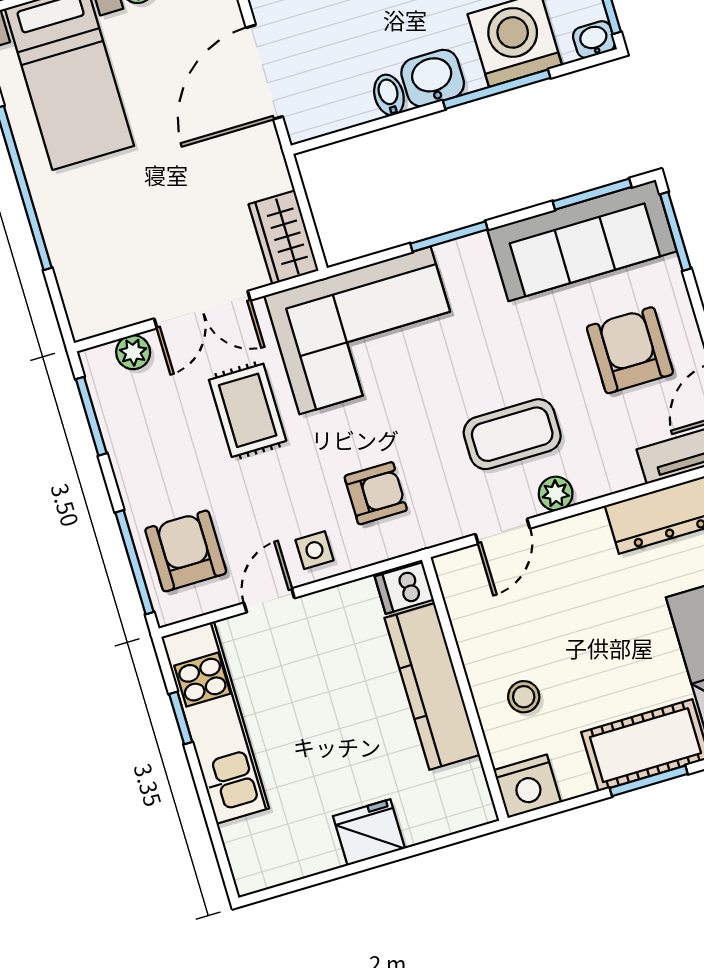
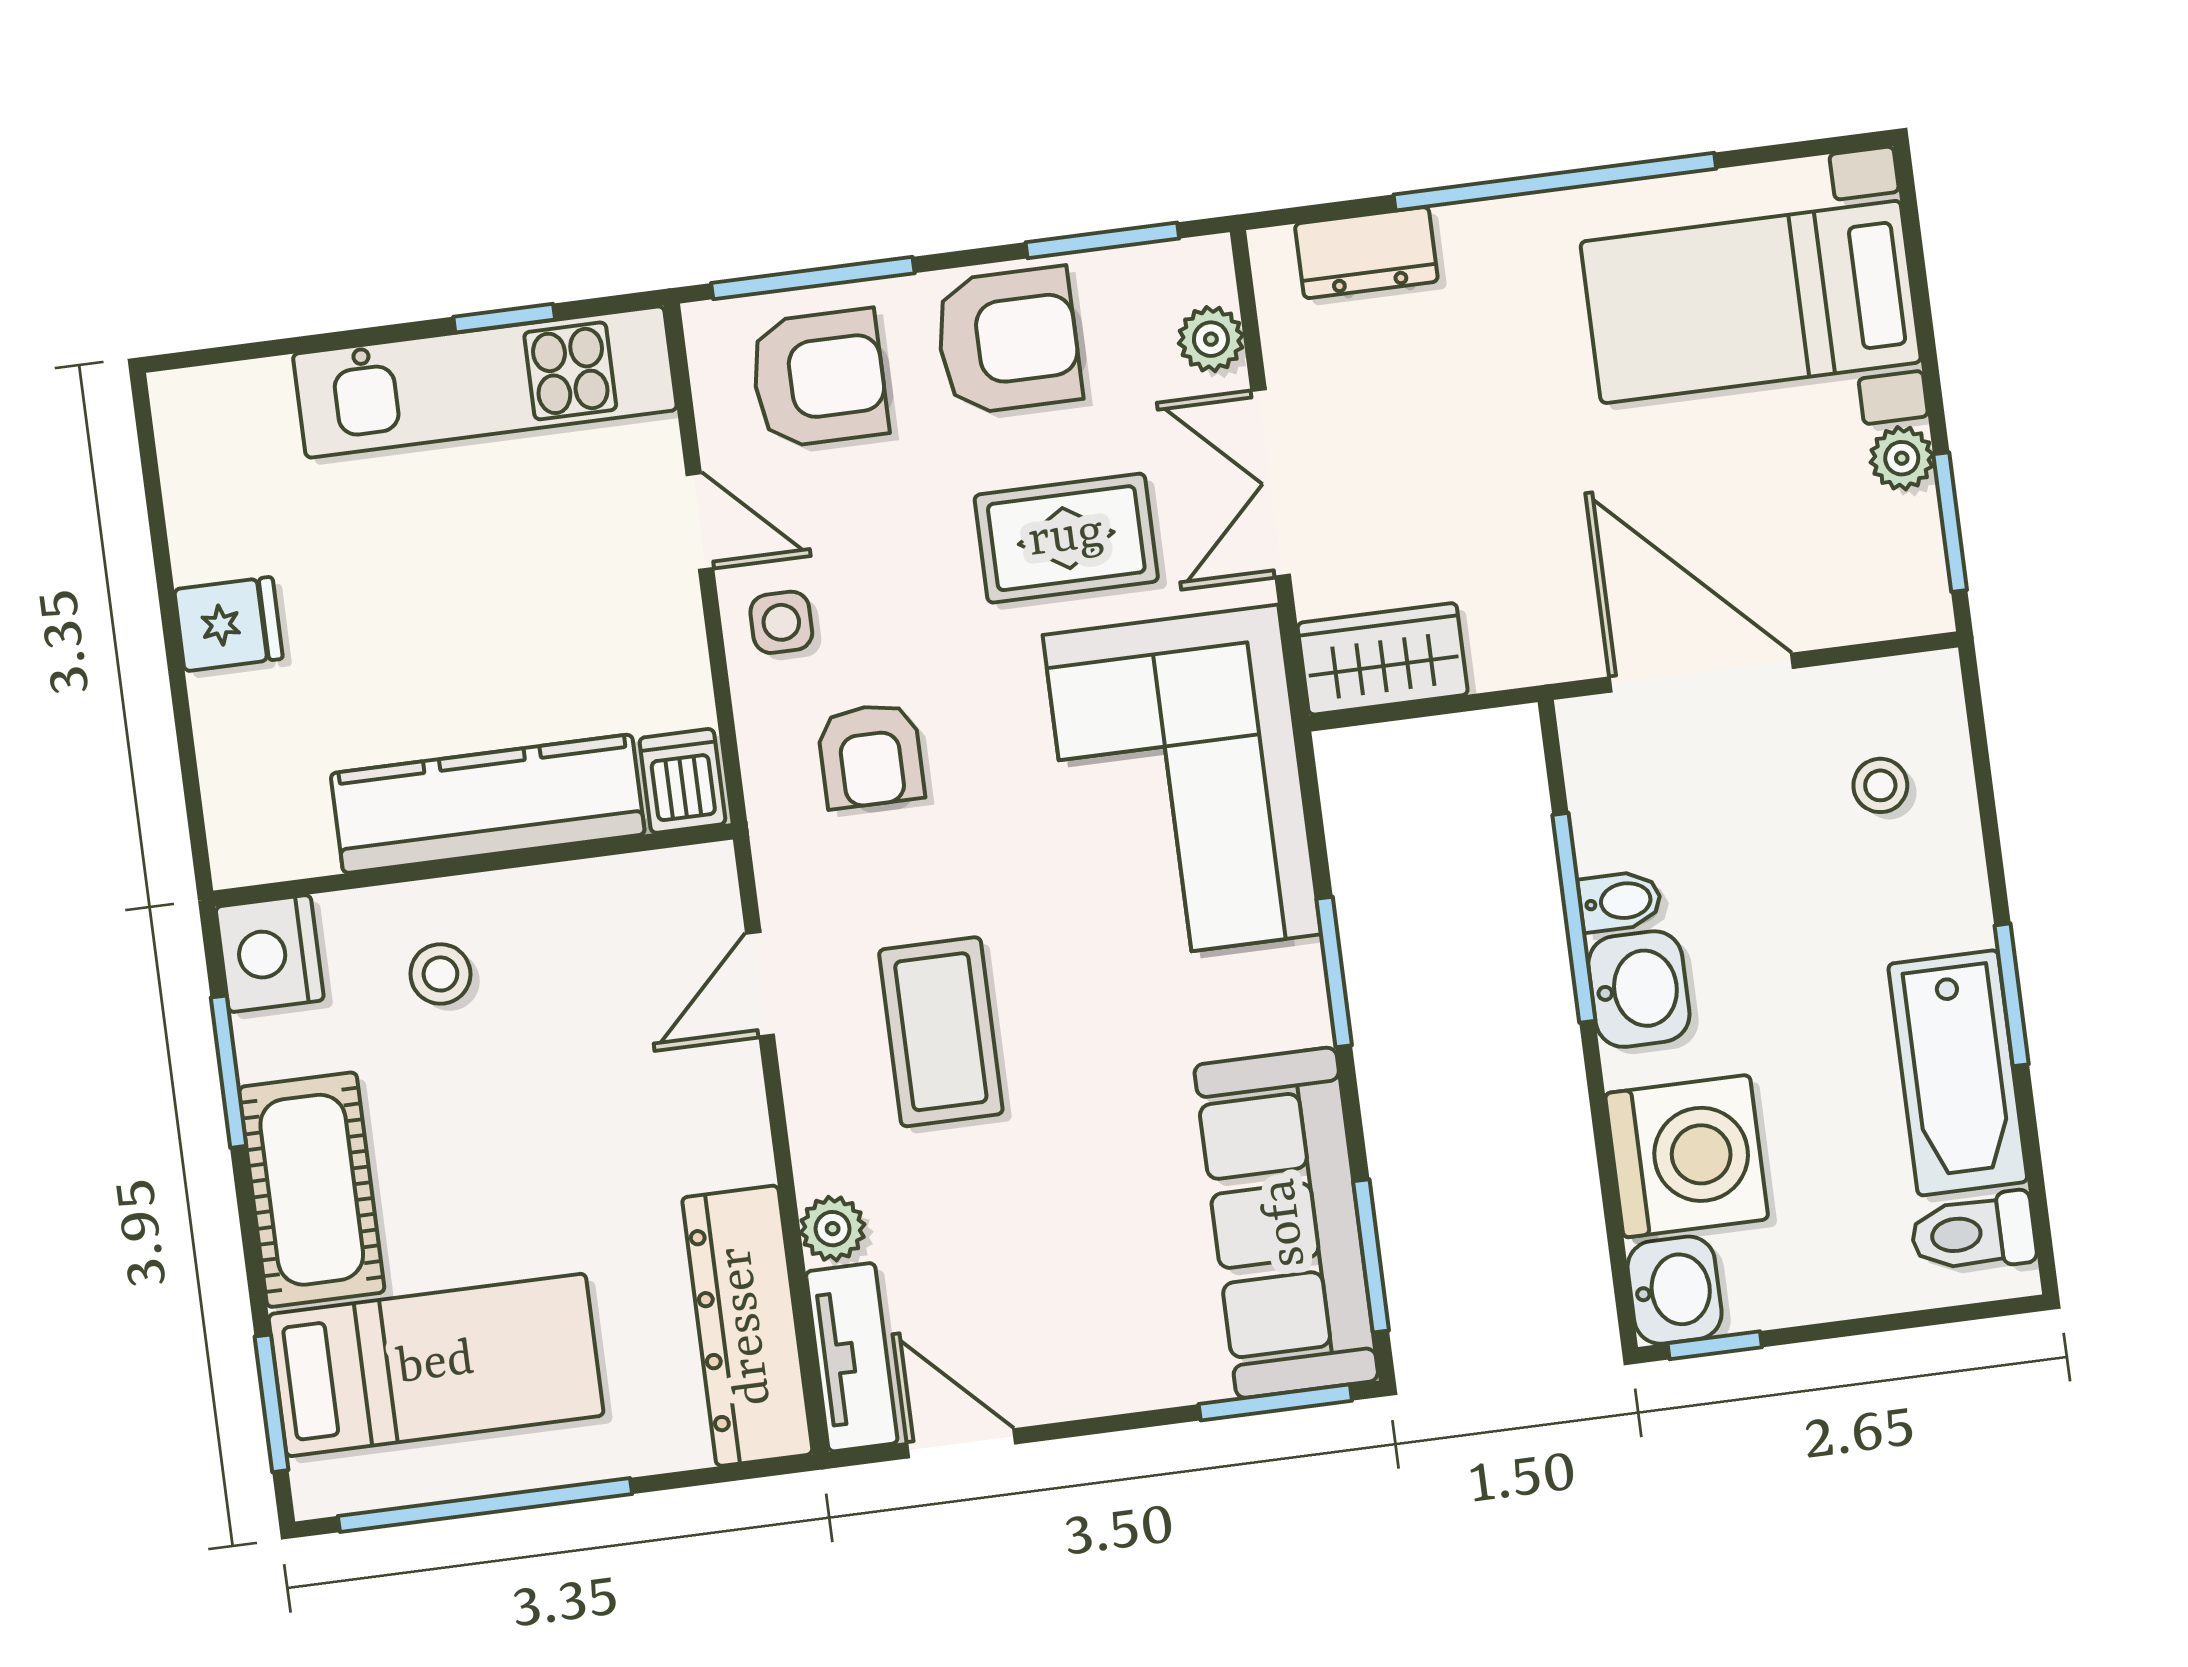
washbasin: (594, 40) -> (1675, 1290), width x1.38, depth x1.45
window: (497, 89) -> (1574, 918), moved
dresser: (76, 279) -> (1366, 253), added
armchair: (630, 350) -> (1008, 341), moved
plant: (556, 494) -> (833, 1229), moved
door: (503, 531) -> (760, 984), hinge flipped
window: (649, 781) -> (228, 1072), moved
fridge: (369, 832) -> (229, 624), width x0.72

